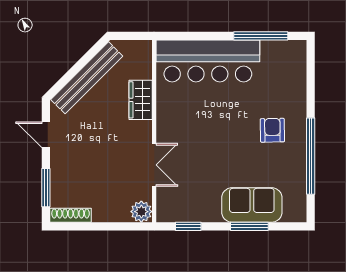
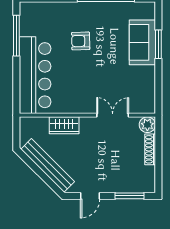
armchair: (272, 130) -> (81, 41), moved
shoe rack: (71, 215) -> (150, 149), moved
window: (188, 226) -> (158, 90), removed

